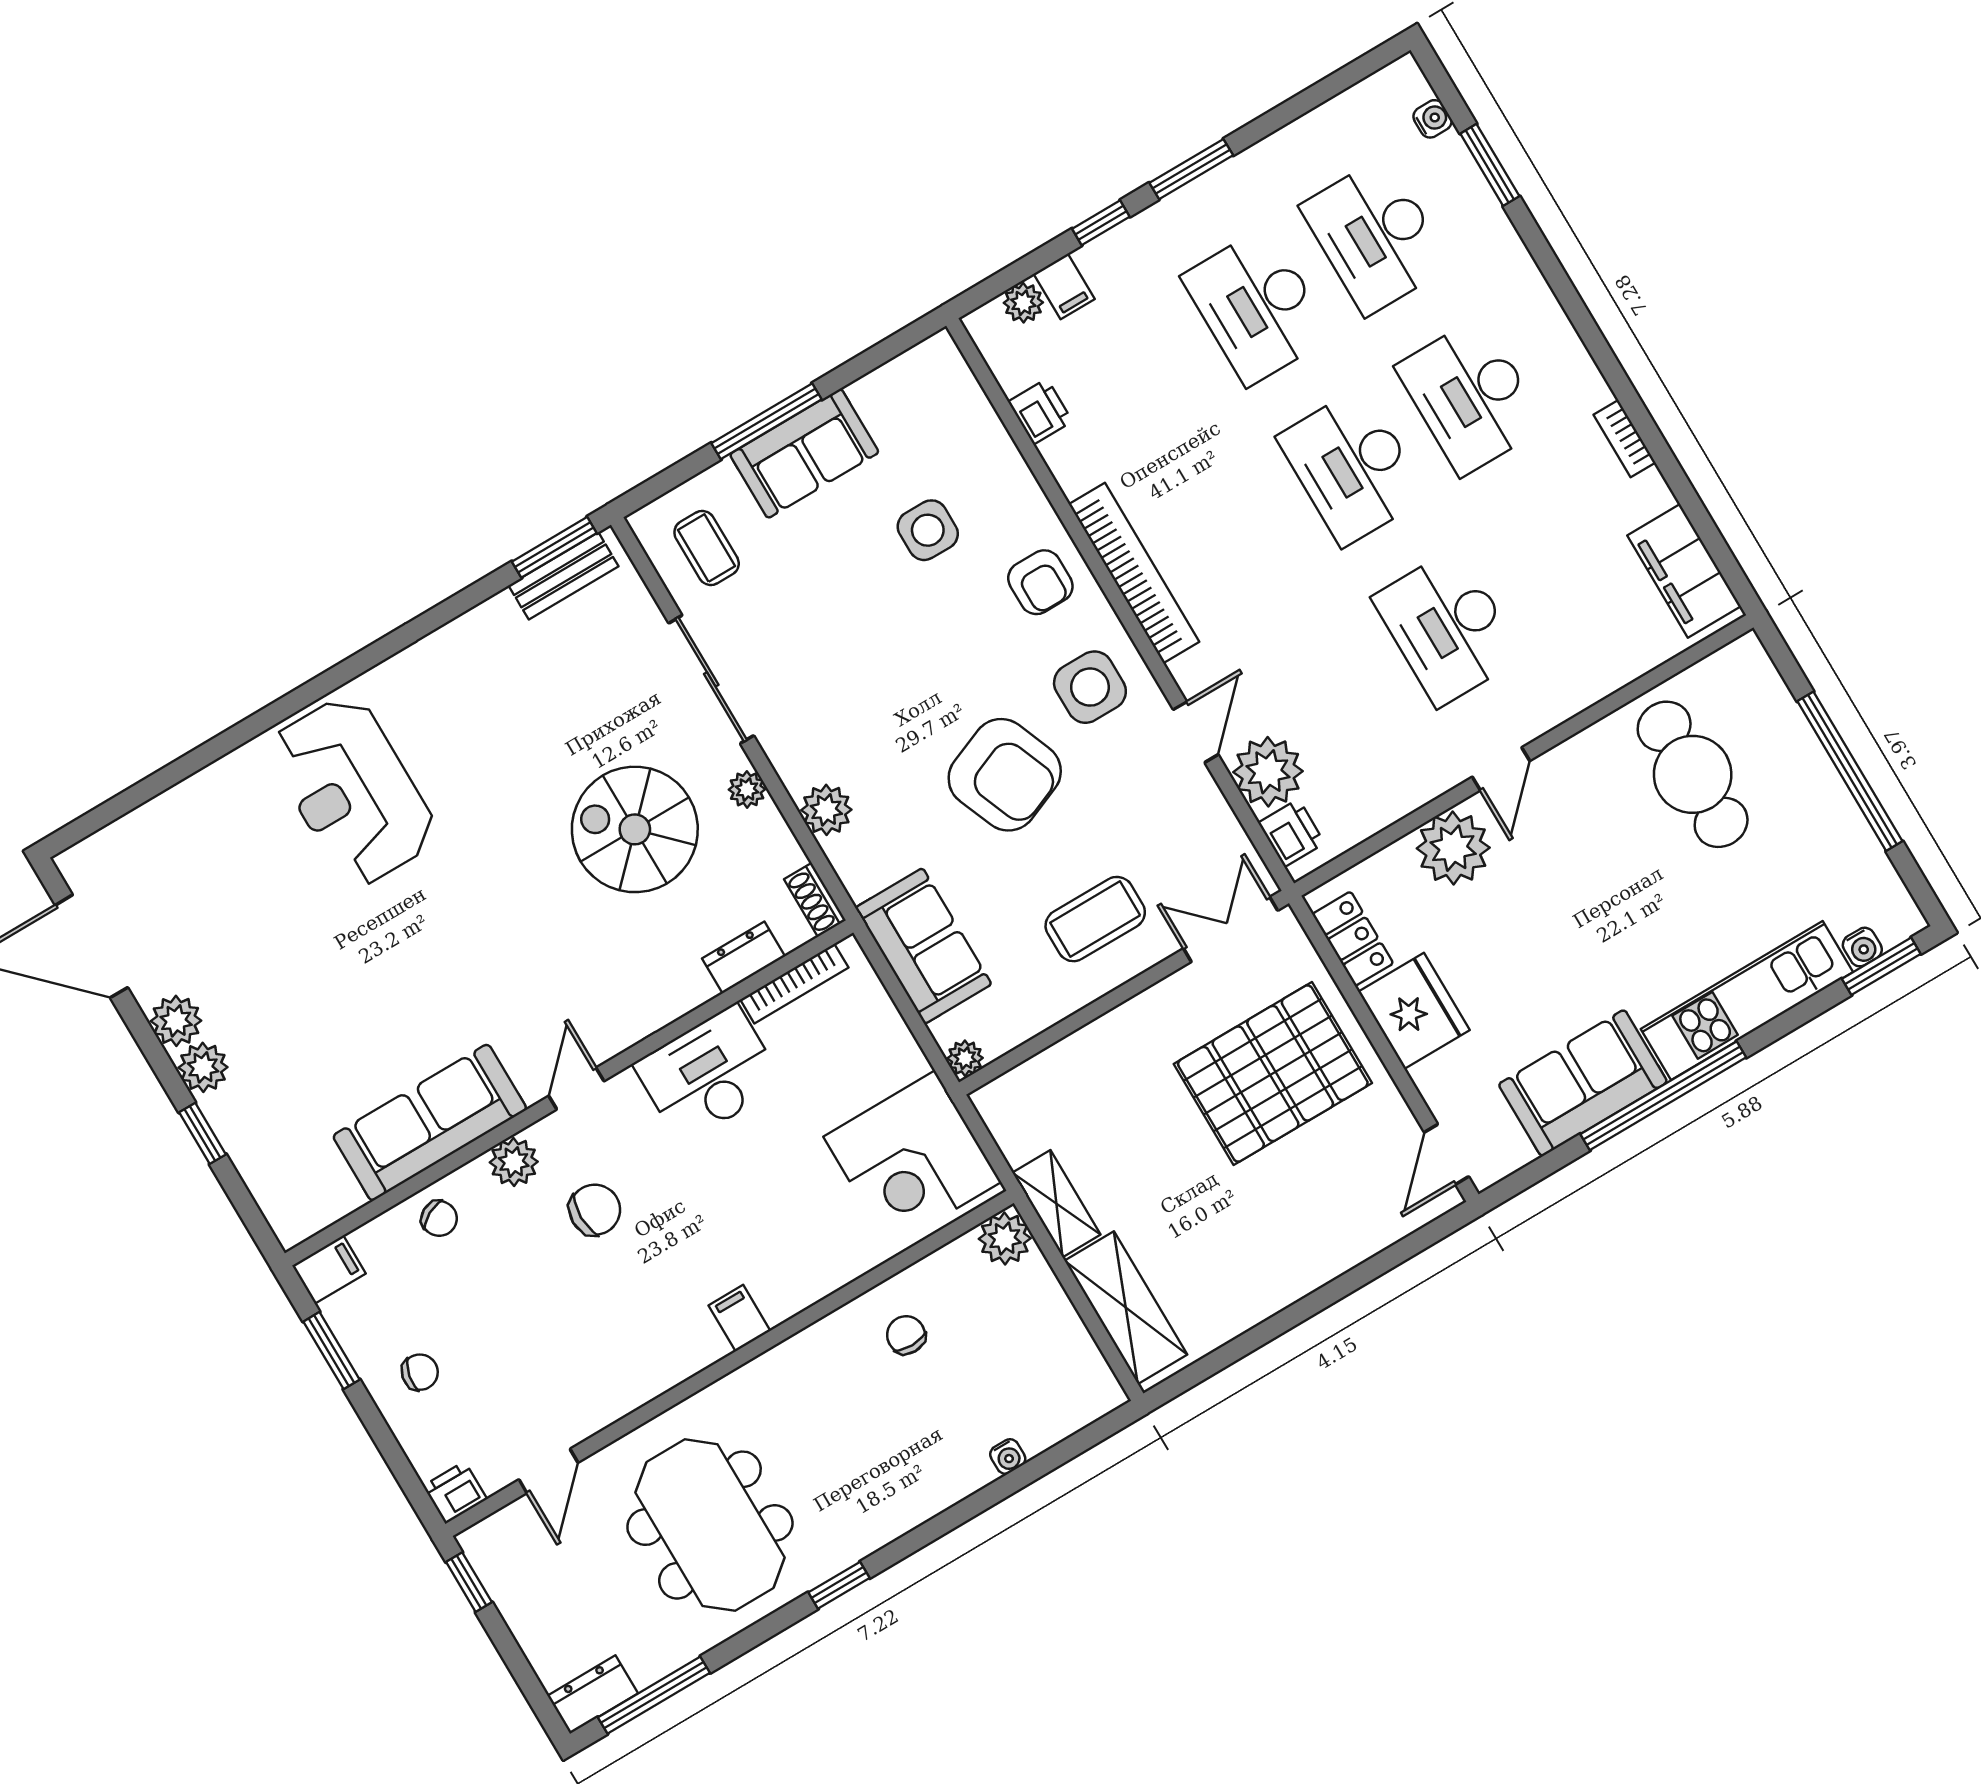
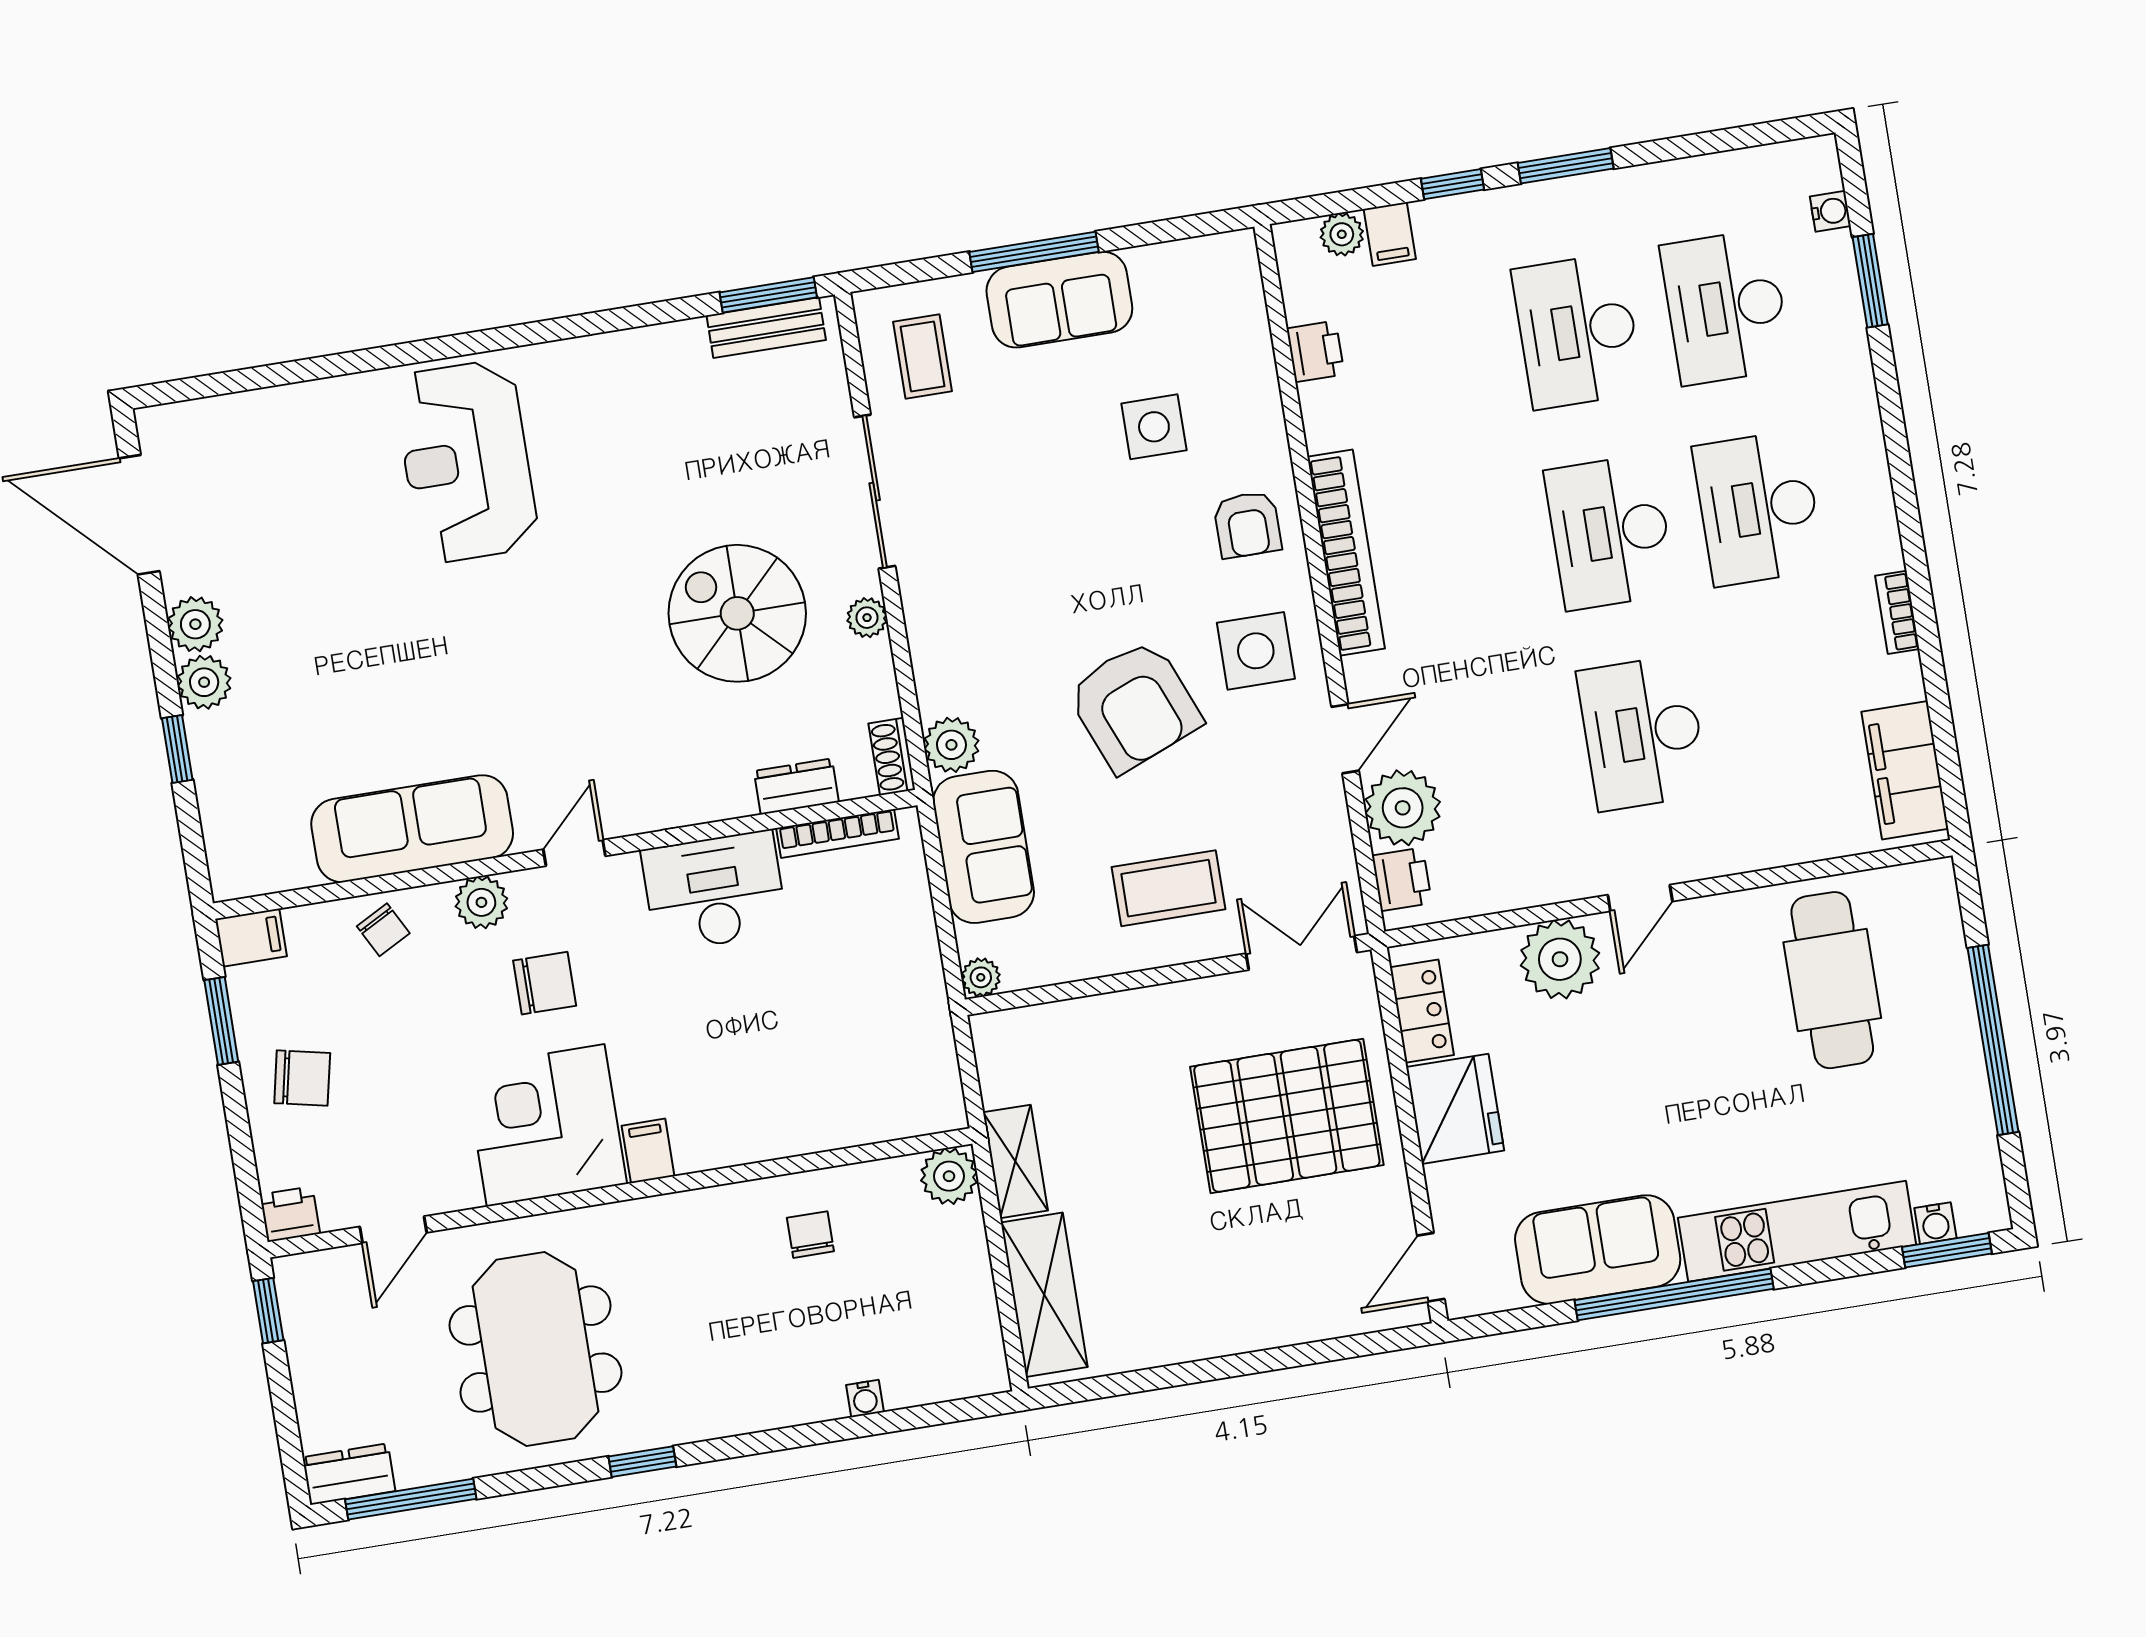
plant: (826, 810) -> (951, 745), moved
corner desk: (912, 1159) -> (546, 1125), moved, turned 90
chair: (420, 1372) -> (302, 1078), width x1.37, depth x1.37

